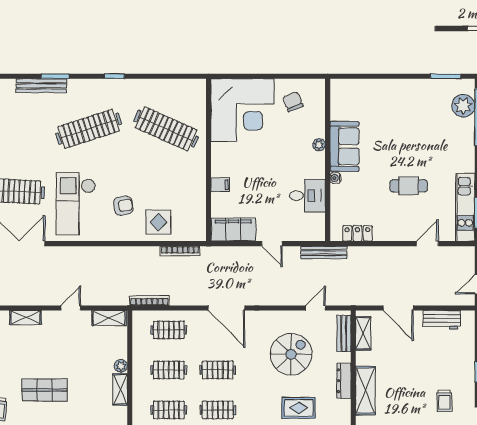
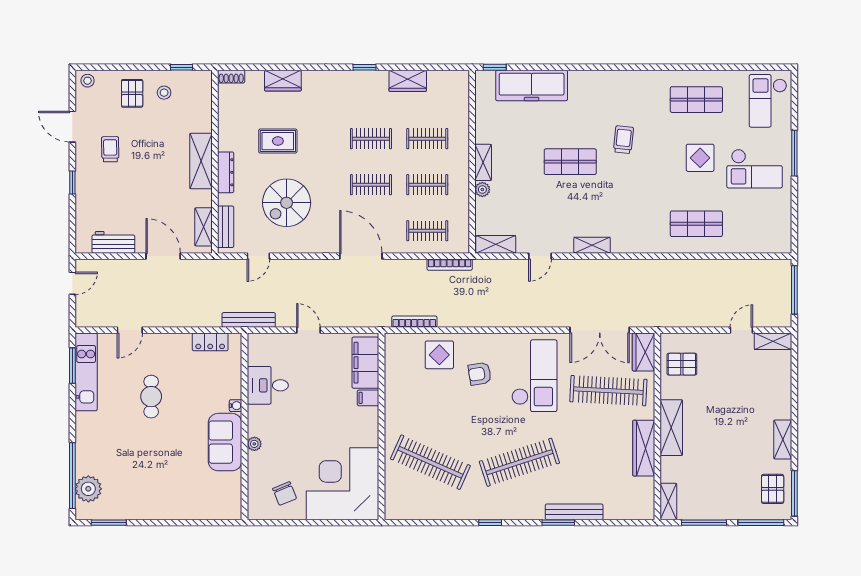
cafe table: (409, 186) -> (151, 397), turned 90
filing cabinet: (233, 230) -> (365, 363), moved, turned 90

